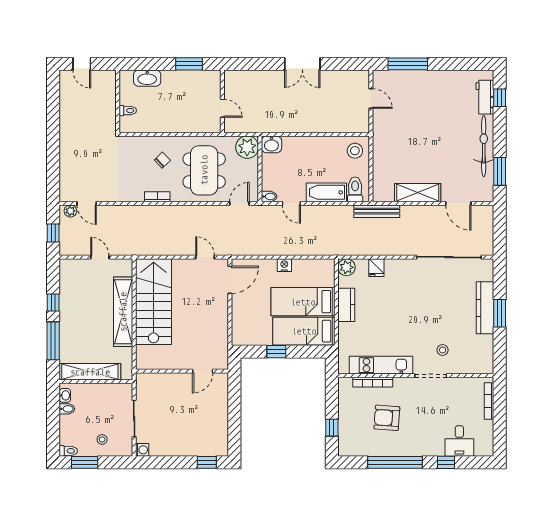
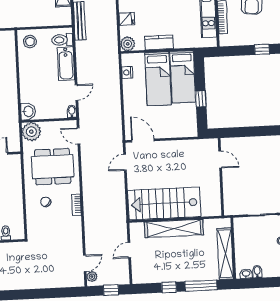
nightstand: (284, 265) -> (127, 72), moved

